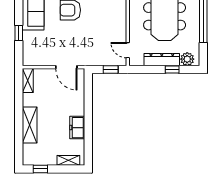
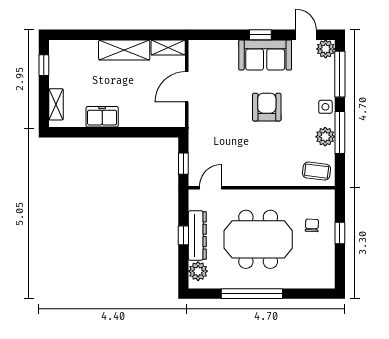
window: (19, 33) -> (260, 35), moved
door: (66, 67) -> (187, 87), moved
window: (172, 70) -> (183, 235), moved
shelving: (30, 125) -> (124, 50), moved

